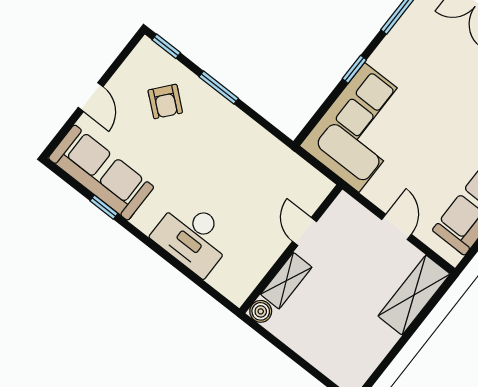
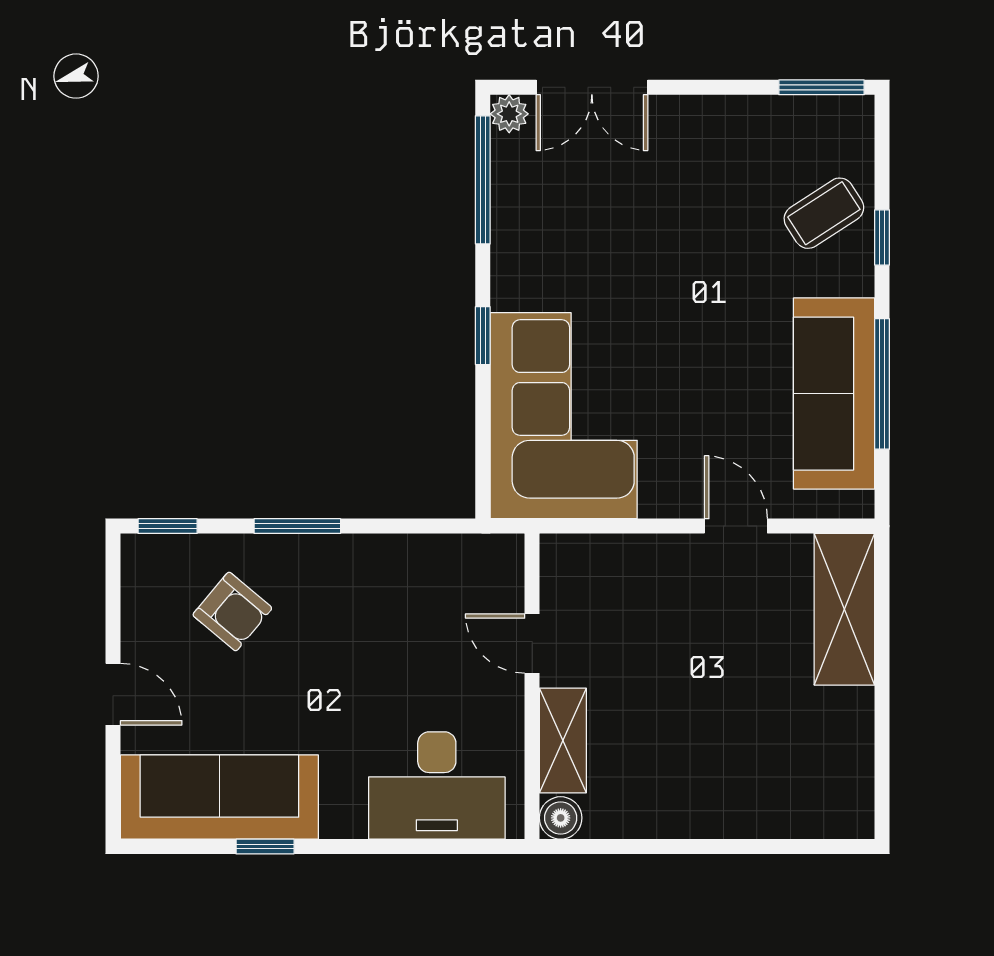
door: (305, 232) -> (532, 643), moved
wall: (291, 249) -> (532, 686), moved
shelving: (286, 281) -> (563, 741), moved
boiler: (261, 311) -> (561, 818), moved

